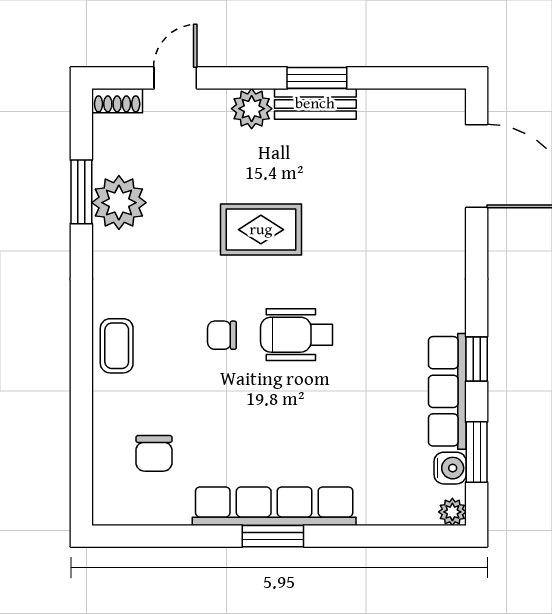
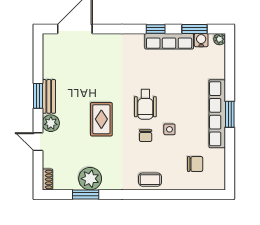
door: (175, 78) -> (38, 142), moved
side table: (237, 392) -> (169, 129), added

